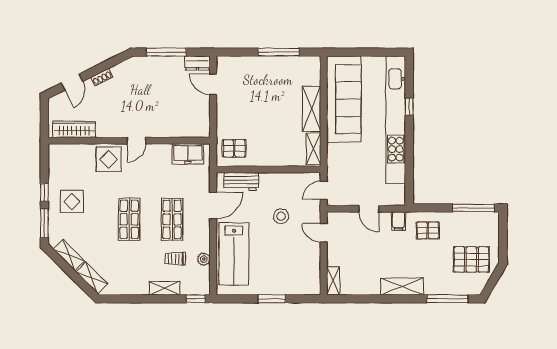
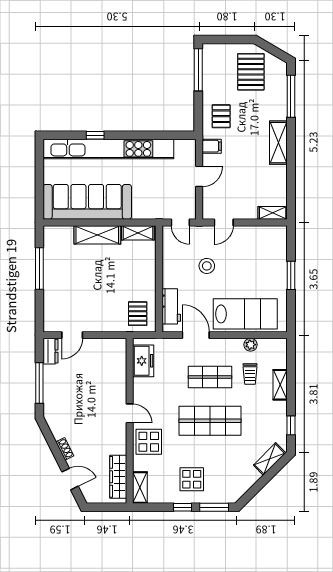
shop shelf: (129, 219) -> (210, 421), width x1.43, depth x1.36
shelving: (69, 255) -> (140, 487), moved, turned -45
window: (196, 299) -> (291, 425), moved

